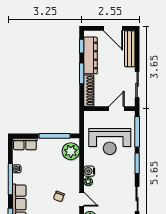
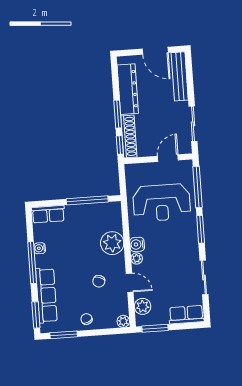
window: (82, 46) -> (120, 145), moved
plant: (71, 151) -> (112, 243), moved

